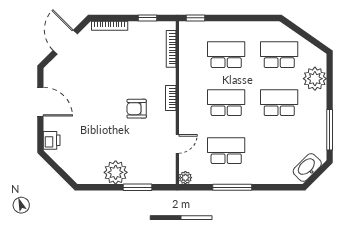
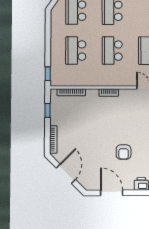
door: (65, 42) -> (66, 174), swing flipped
door: (40, 102) -> (112, 193), hinge flipped
armchair: (137, 109) -> (124, 152), moved

